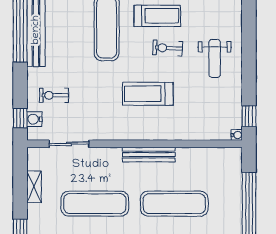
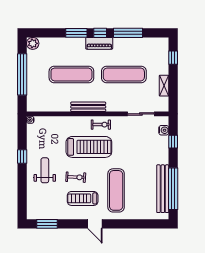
treadmill: (148, 94) -> (89, 147), width x1.37, depth x1.38
exercise bike: (54, 95) -> (101, 125), moved
window: (249, 116) -> (22, 157), moved
window: (20, 118) -> (173, 142), moved

